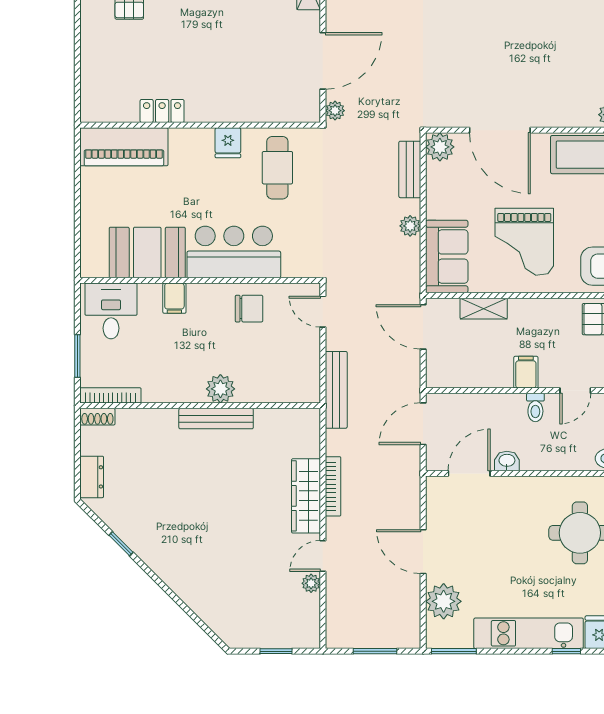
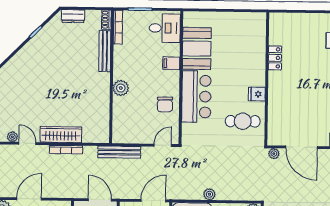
piano: (124, 147) -> (255, 36), removed
bench: (410, 169) -> (241, 194), removed
bench: (216, 419) -> (105, 51), moved

